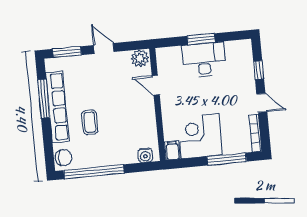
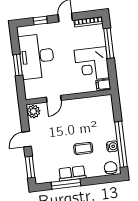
desk: (204, 60) -> (37, 56), width x1.36, depth x1.30
row of seats: (57, 107) -> (72, 173), width x0.50
water cooler: (145, 155) -> (112, 146), moved

